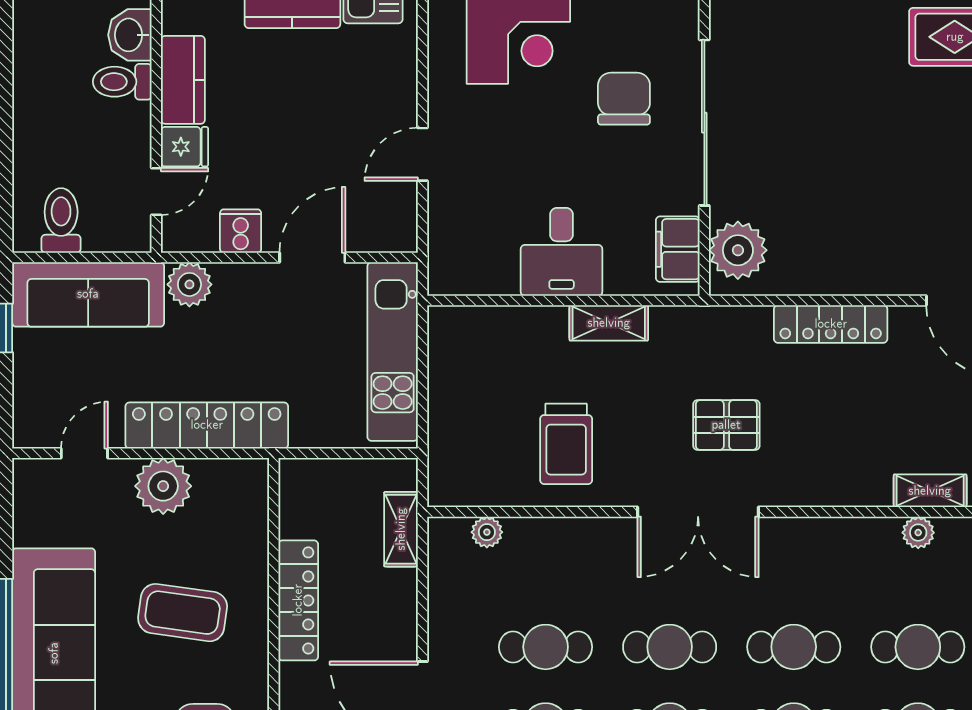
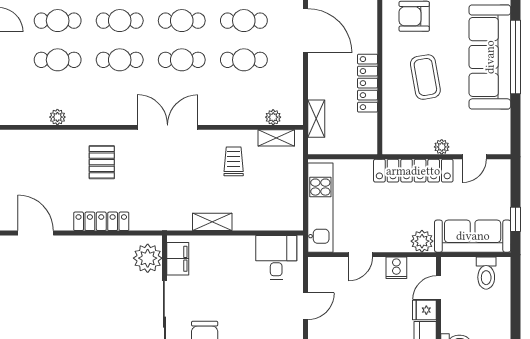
desk: (562, 252) -> (276, 257), moved
door: (312, 257) -> (360, 255), width x0.73
pallet: (726, 425) -> (102, 162), moved, turned 90
trolley: (566, 444) -> (234, 161), width x0.73, depth x0.72
plant: (163, 486) -> (442, 147), width x0.53, depth x0.53
shelving: (930, 491) -> (276, 138), moved
coffee table: (183, 613) -> (425, 77), turned 72

